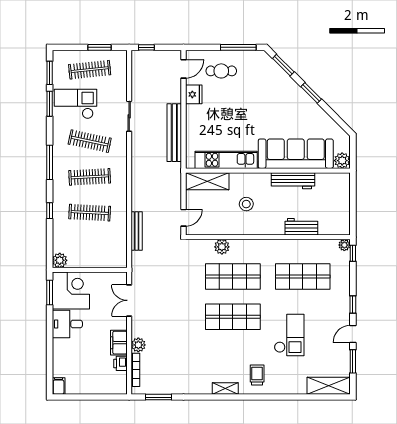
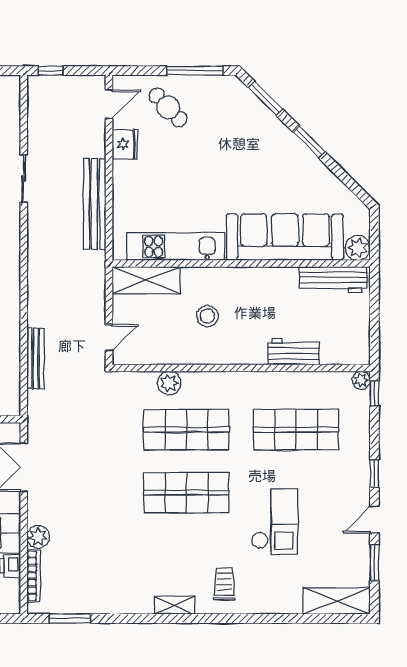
cafe table: (221, 71) -> (168, 107), turned 46
workbench: (293, 181) -> (333, 279), moved

